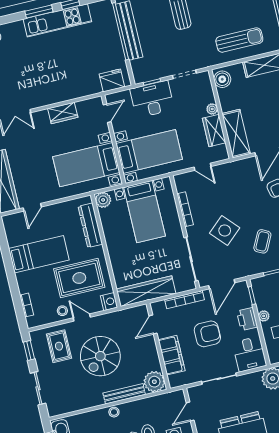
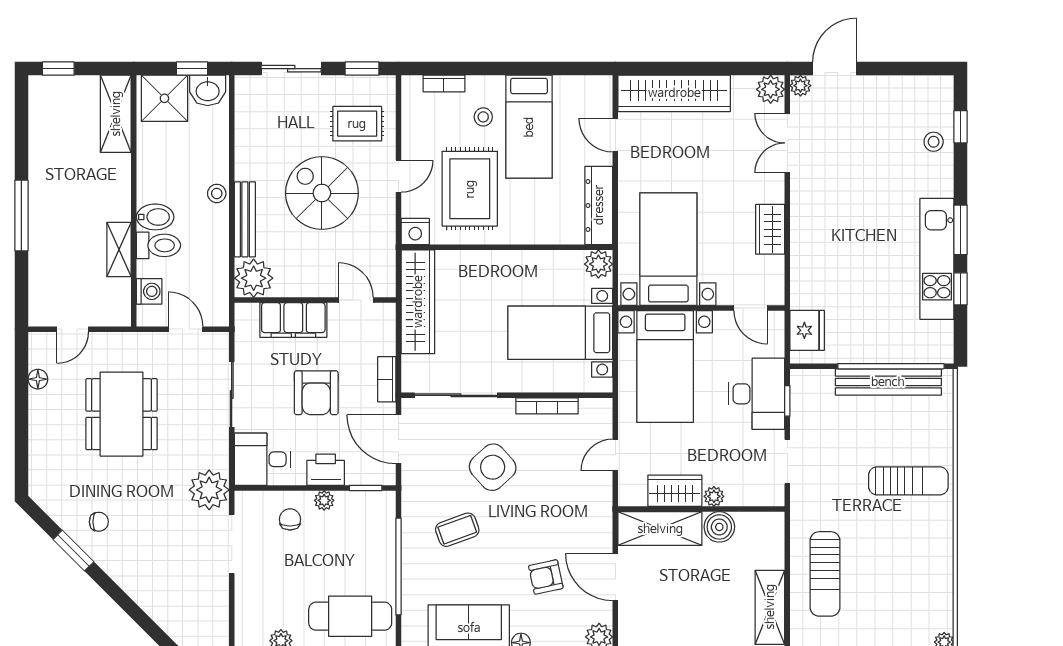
boiler: (222, 79) -> (719, 527), moved
dresser: (90, 225) -> (599, 205), moved, turned -90
coffee table: (262, 241) -> (457, 530), turned -47
bookcase: (185, 300) -> (387, 379), width x0.64
stool: (62, 311) -> (483, 117), moved

